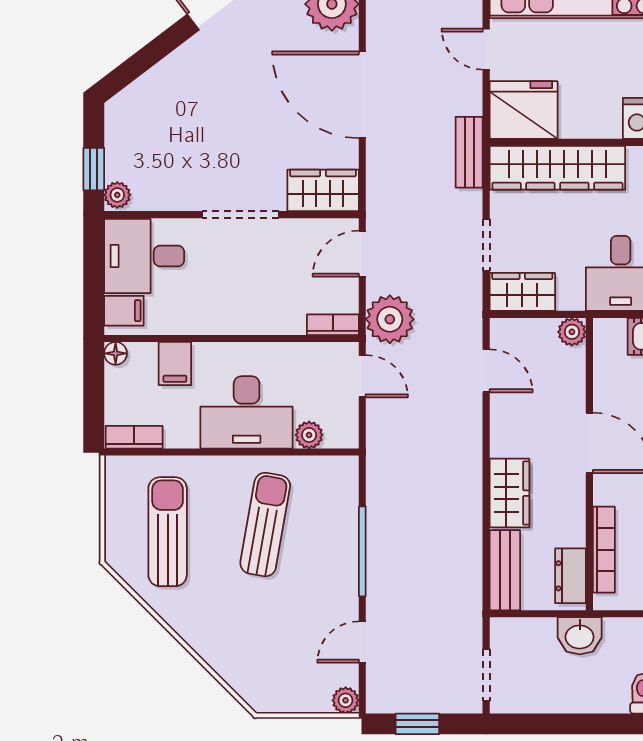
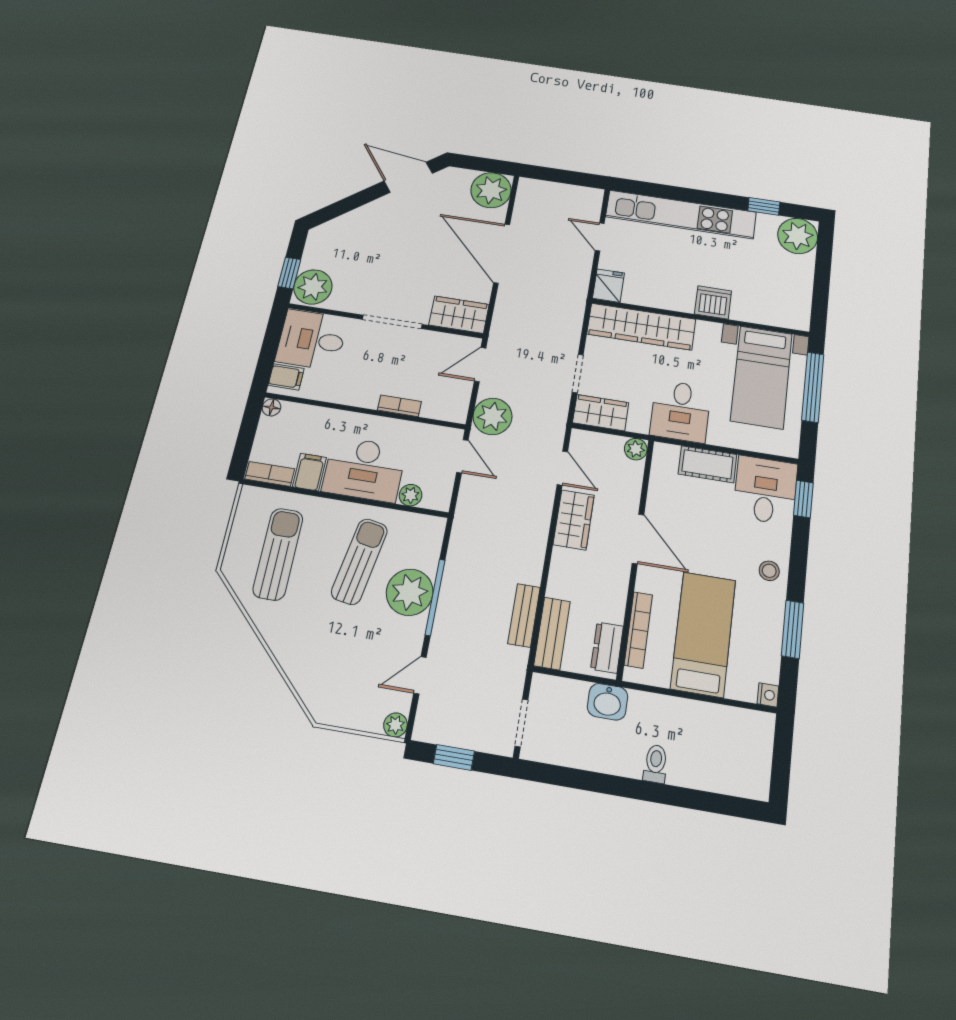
fridge: (524, 110) -> (609, 286), width x0.53, depth x0.75
bench: (469, 152) -> (524, 615), moved
plant: (117, 195) -> (313, 287), width x1.87, depth x1.87
bookcase: (333, 325) -> (399, 406), moved
filing cabinet: (175, 364) -> (310, 472), moved, turned 180
wardrobe: (509, 493) -> (574, 520), moved
plant: (331, 551) -> (410, 592), added

